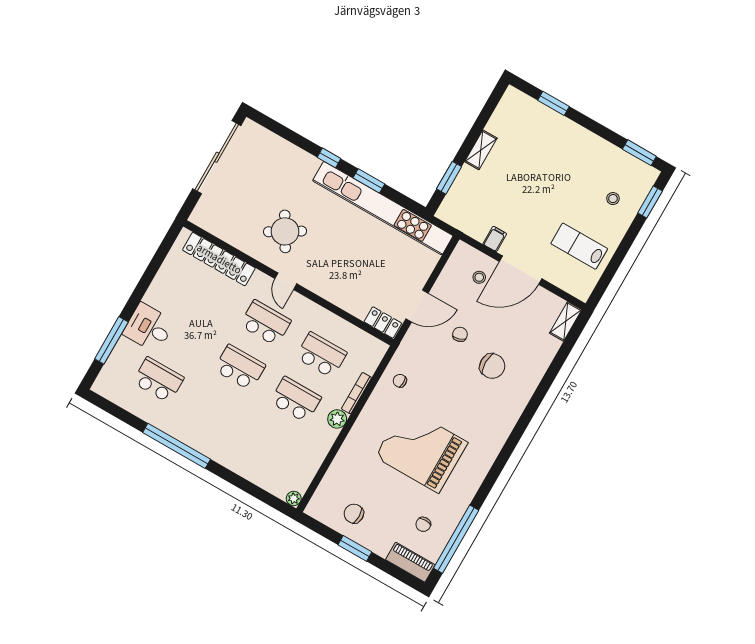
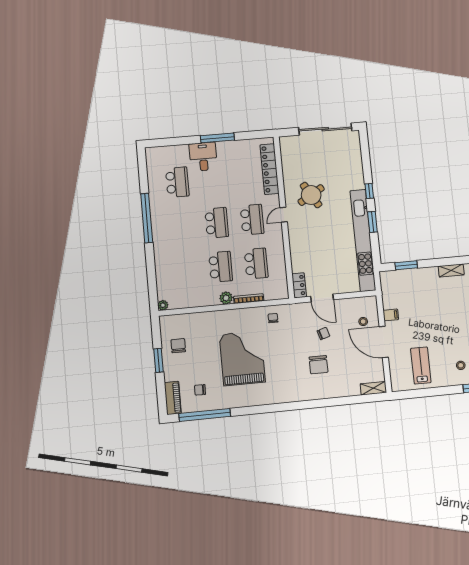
shelving: (481, 150) -> (451, 270), moved
window: (111, 340) -> (217, 138), moved

